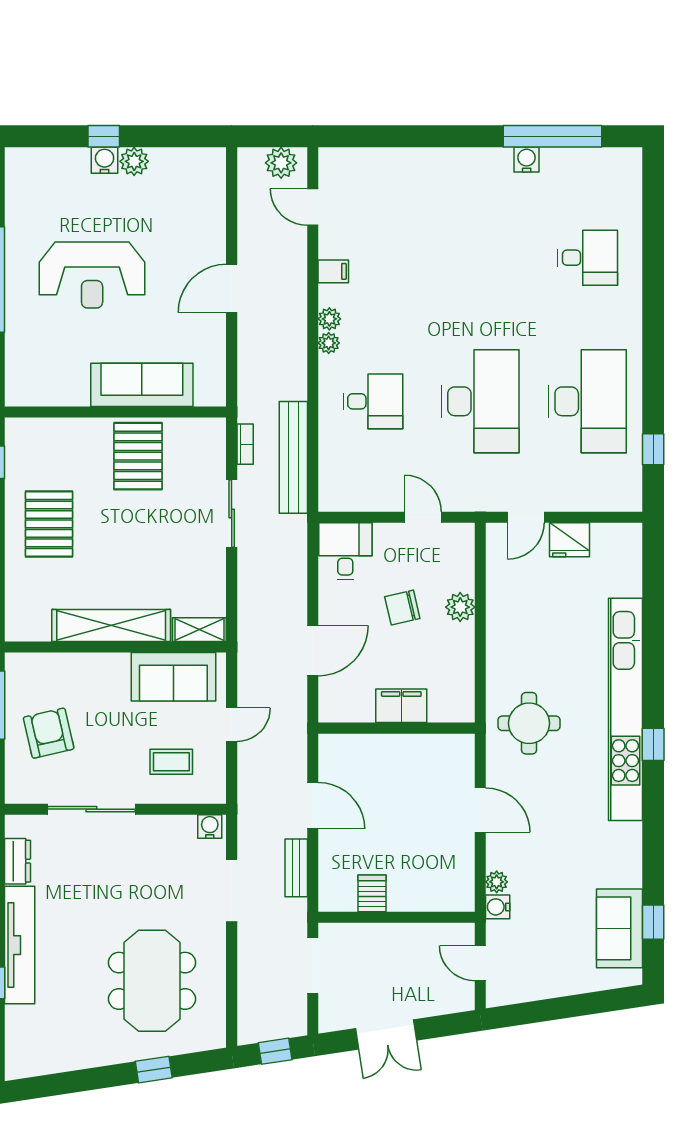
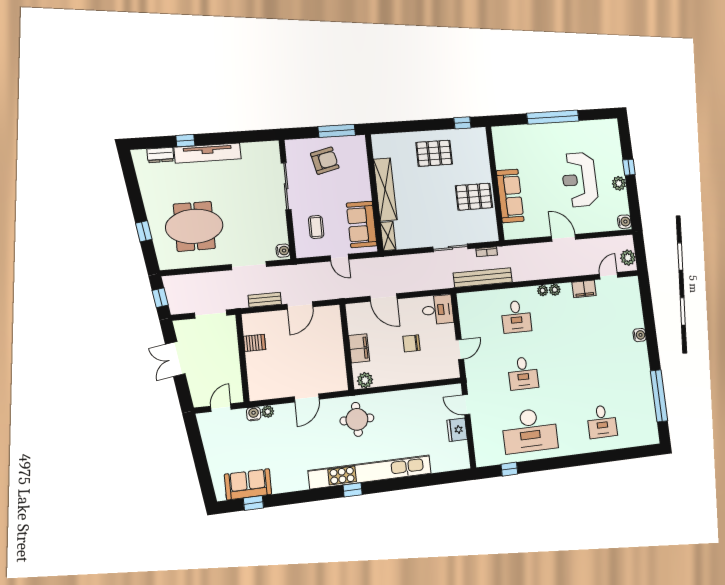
water cooler: (105, 160) -> (624, 222), moved
water cooler: (527, 160) -> (640, 335), moved
filing cabinet: (333, 271) -> (584, 289), width x2.00
reception desk: (92, 275) -> (579, 180), moved
desk: (480, 401) -> (523, 373), width x0.53, depth x0.77
plant: (460, 607) -> (365, 380), moved
chair: (402, 608) -> (411, 343), turned -77
dresser: (17, 861) -> (160, 155), moved

